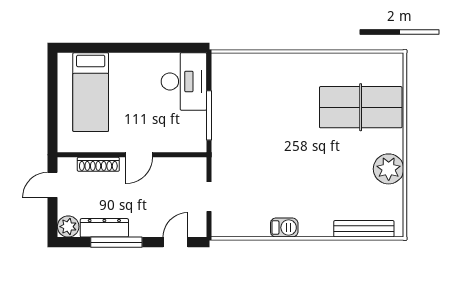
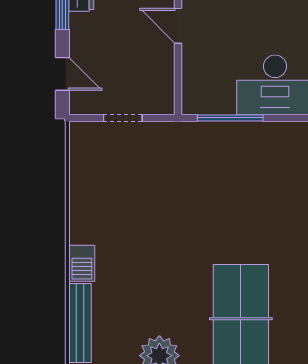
barbecue: (284, 228) -> (82, 263), moved

